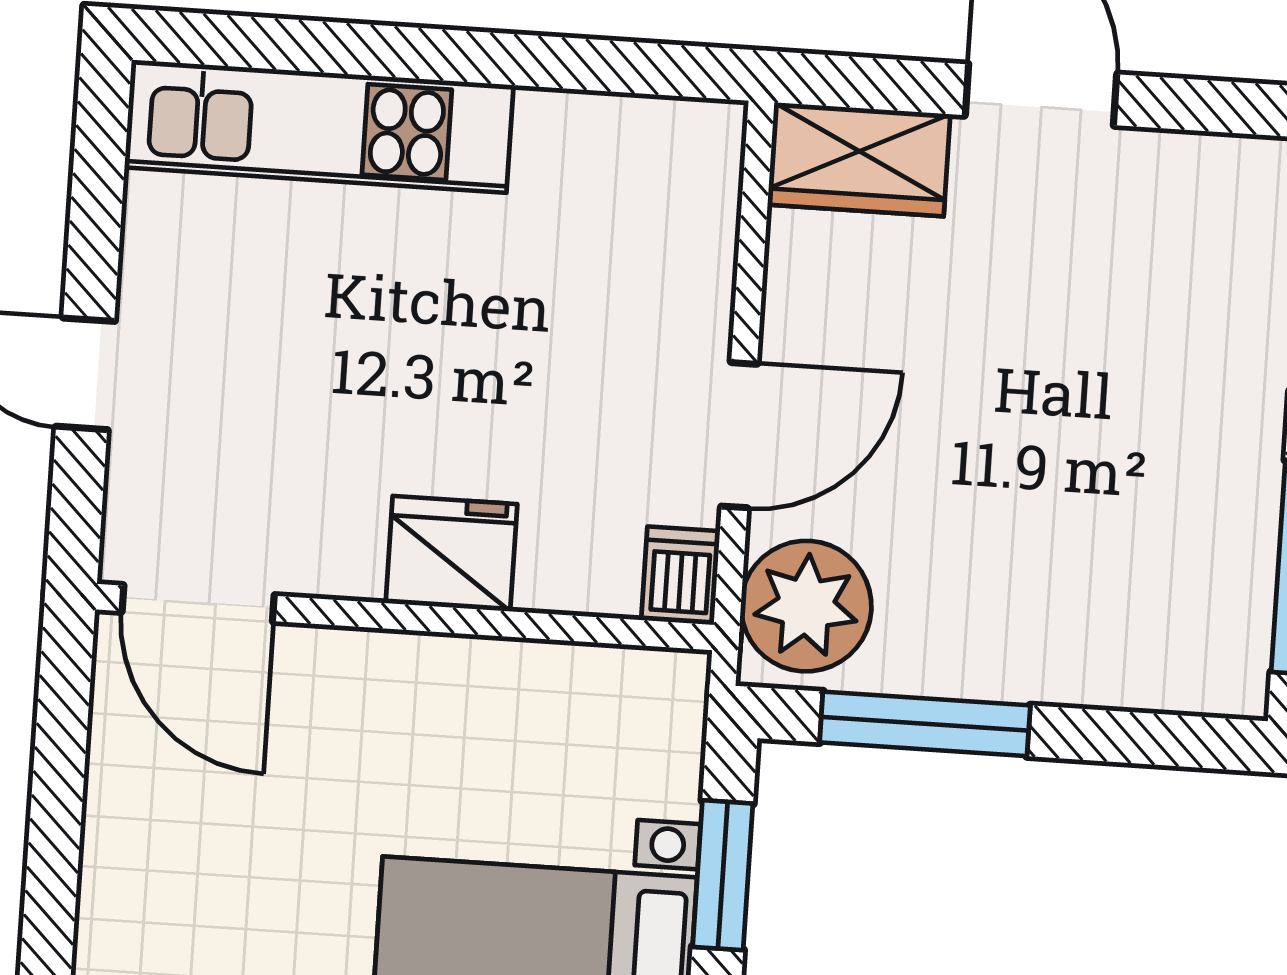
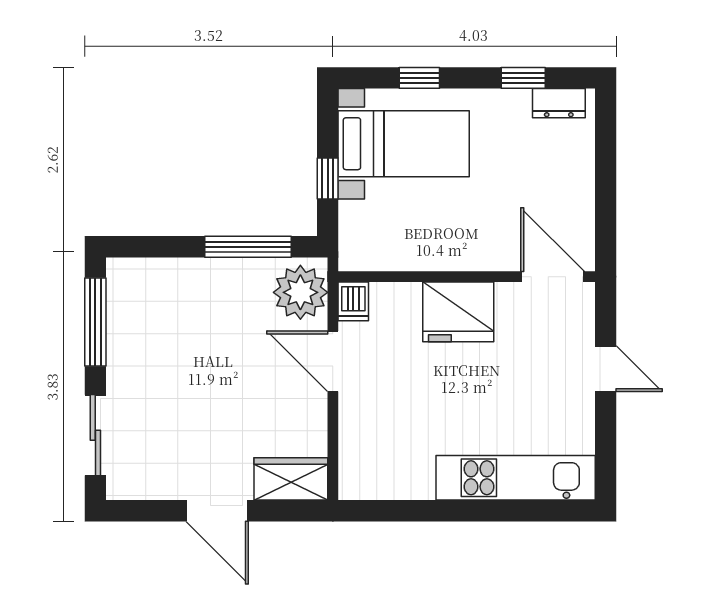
door: (739, 435) -> (333, 361), hinge flipped
fridge: (451, 554) -> (458, 312), width x1.36, depth x1.34
window: (723, 875) -> (328, 179), width x0.67

